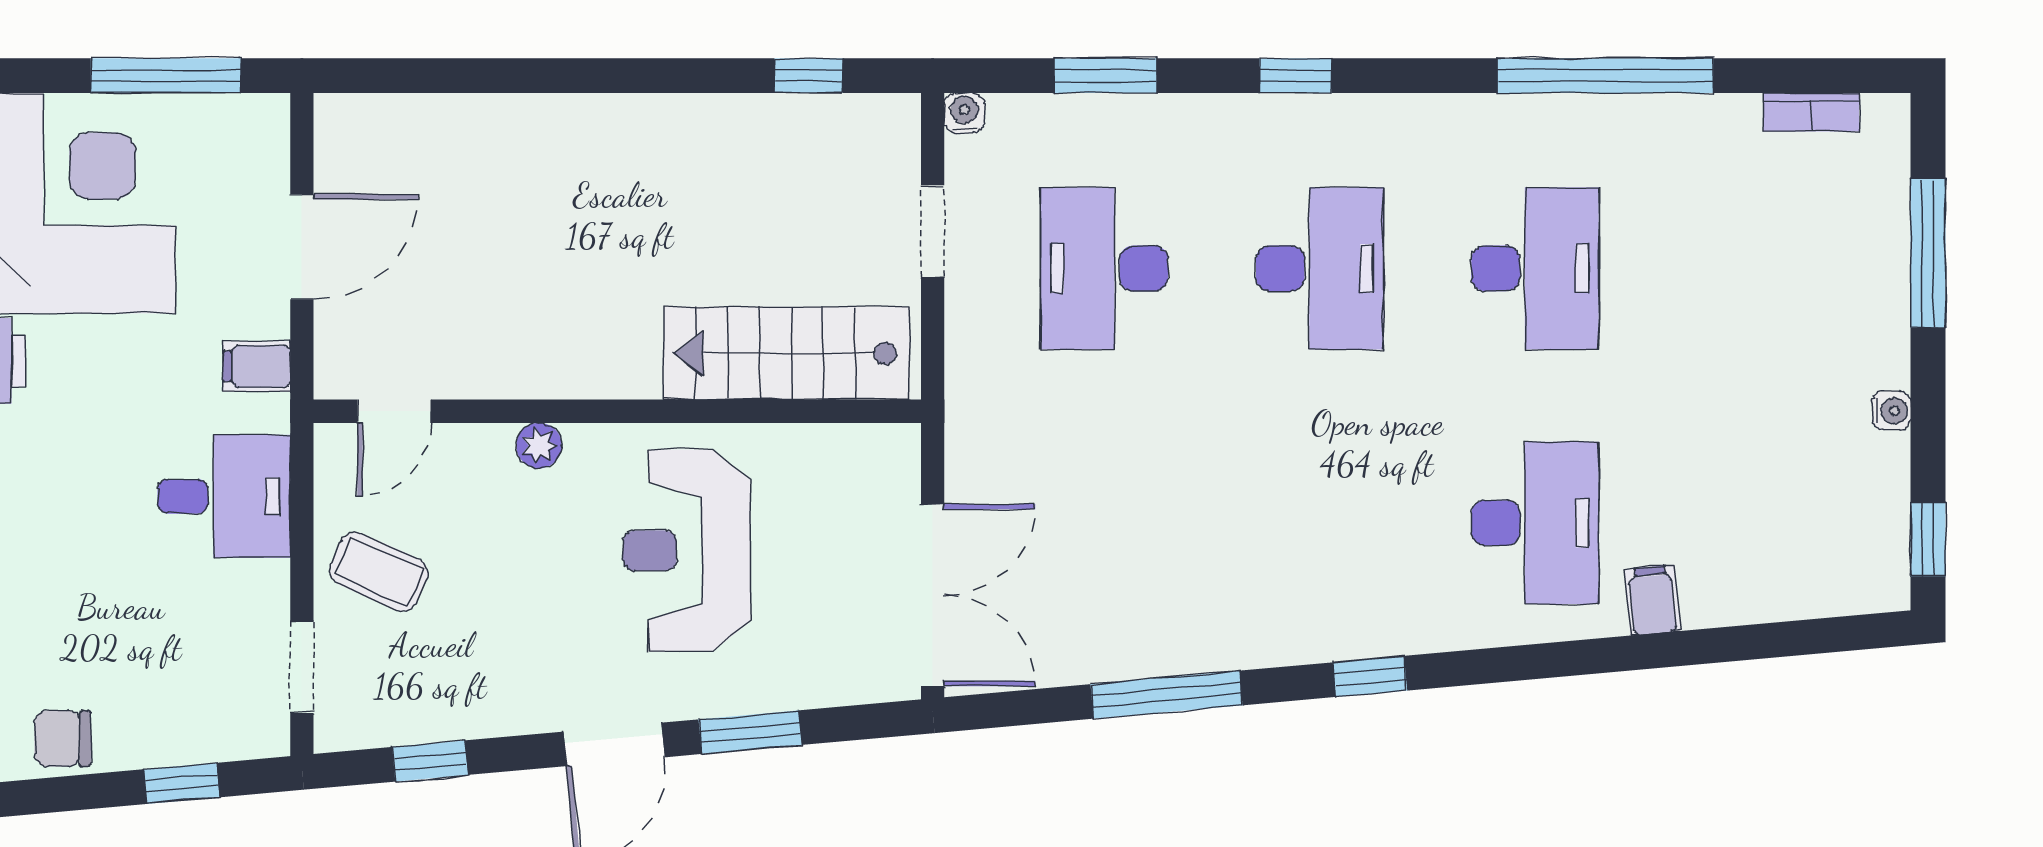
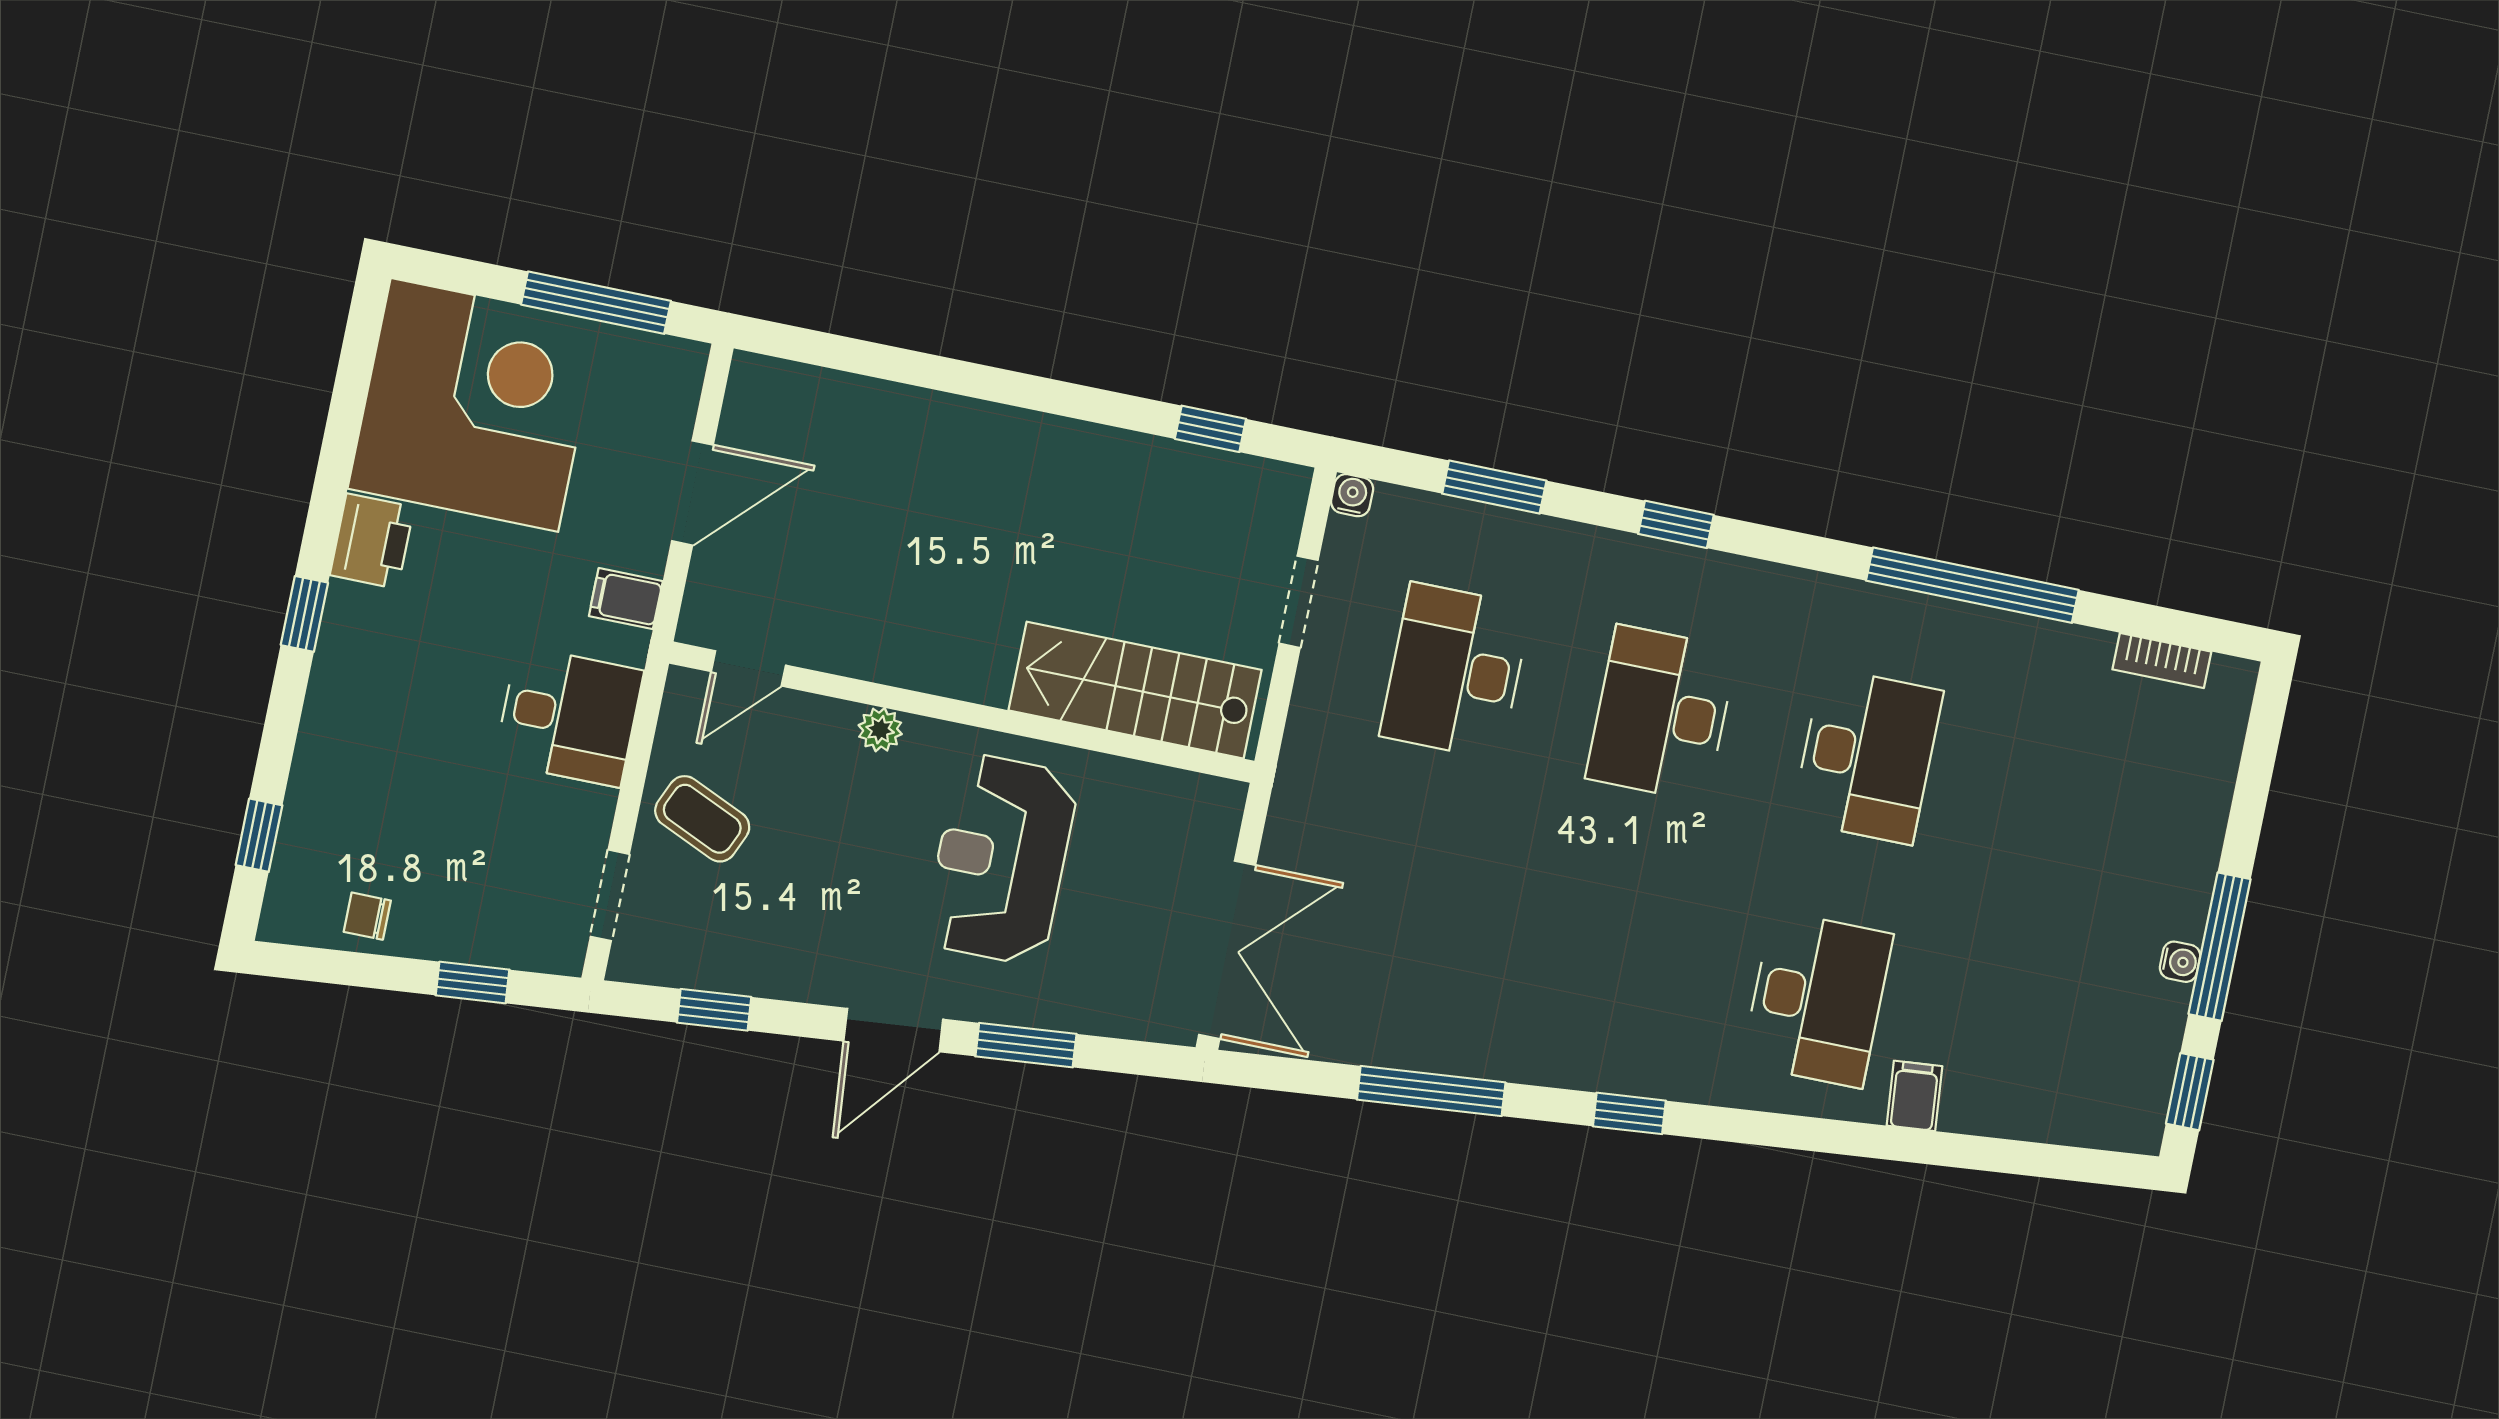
window: (1928, 253) -> (2220, 947), moved
desk: (1320, 268) -> (1661, 713), turned 180
chair: (63, 738) -> (367, 916), width x0.73, depth x0.73

